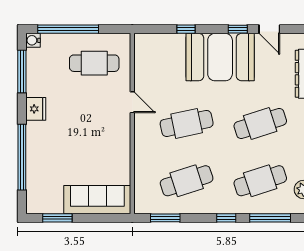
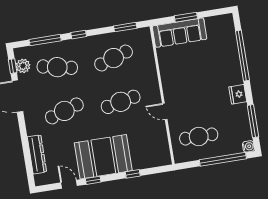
cafe table: (260, 181) -> (57, 67), turned 30
window: (57, 218) -> (186, 17), moved

